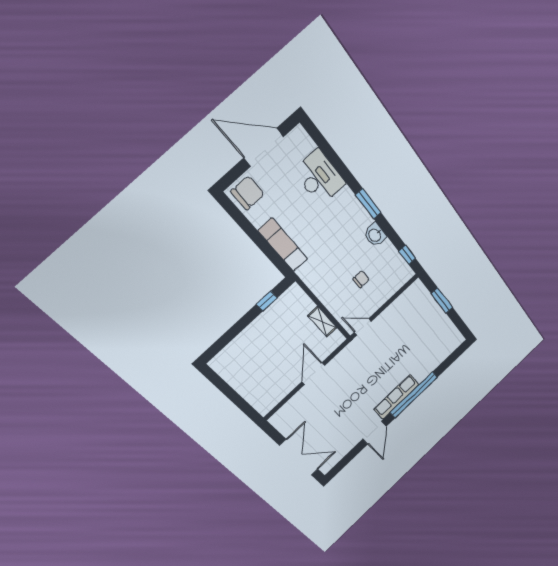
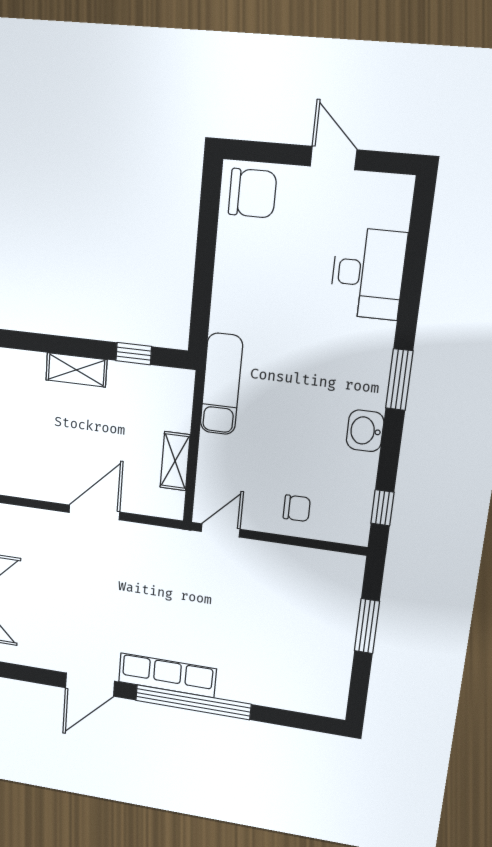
door: (264, 147) -> (333, 158), width x0.53
exam couch: (283, 245) -> (221, 384), moved
chair: (361, 279) -> (297, 508), moved
door: (363, 327) -> (220, 530), hinge flipped
shelving: (252, 331) -> (76, 370), added

